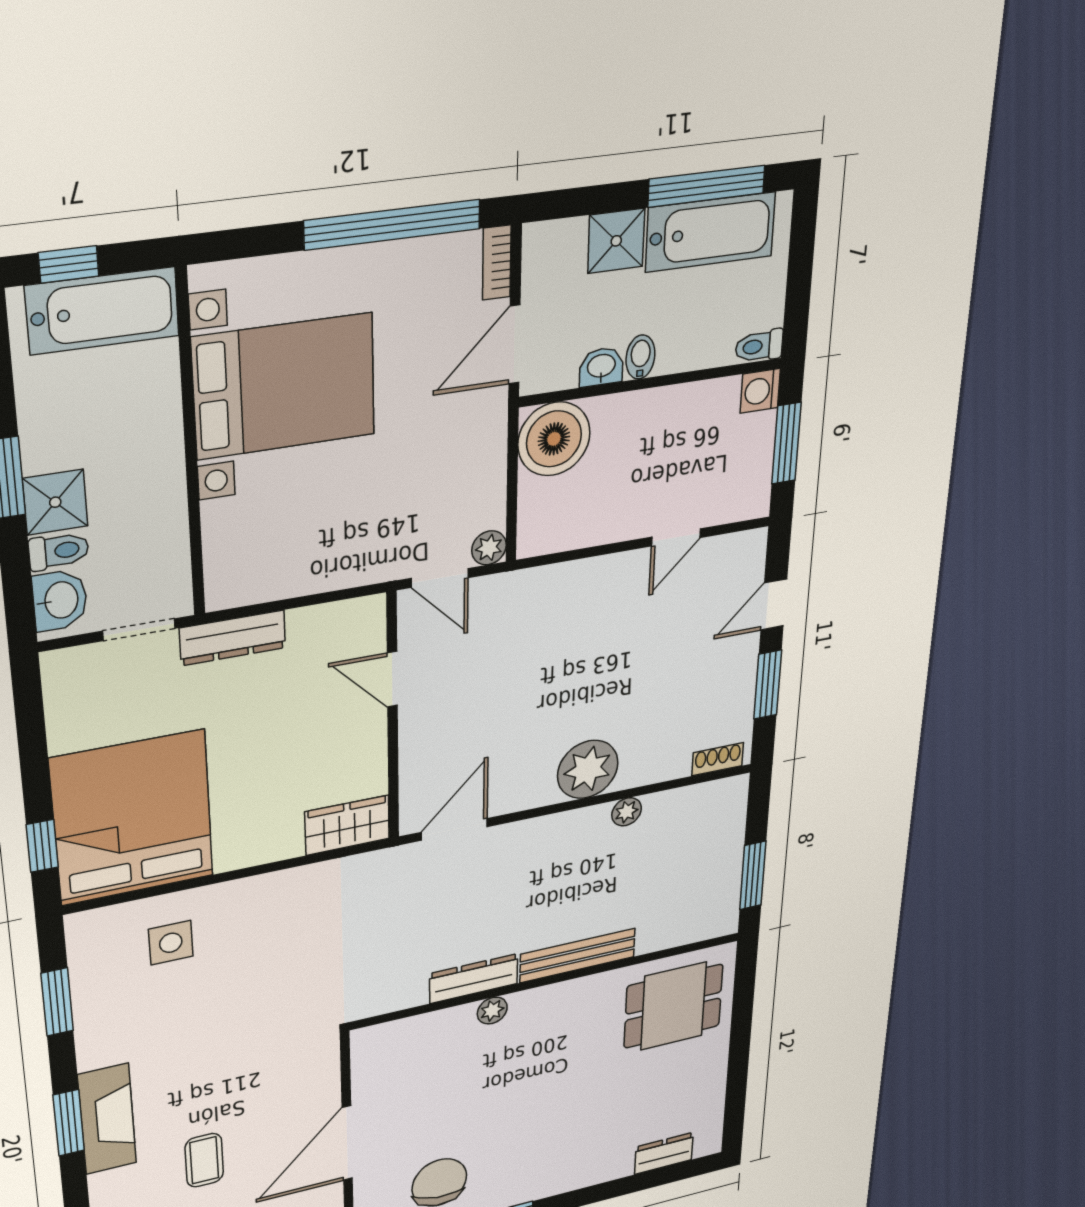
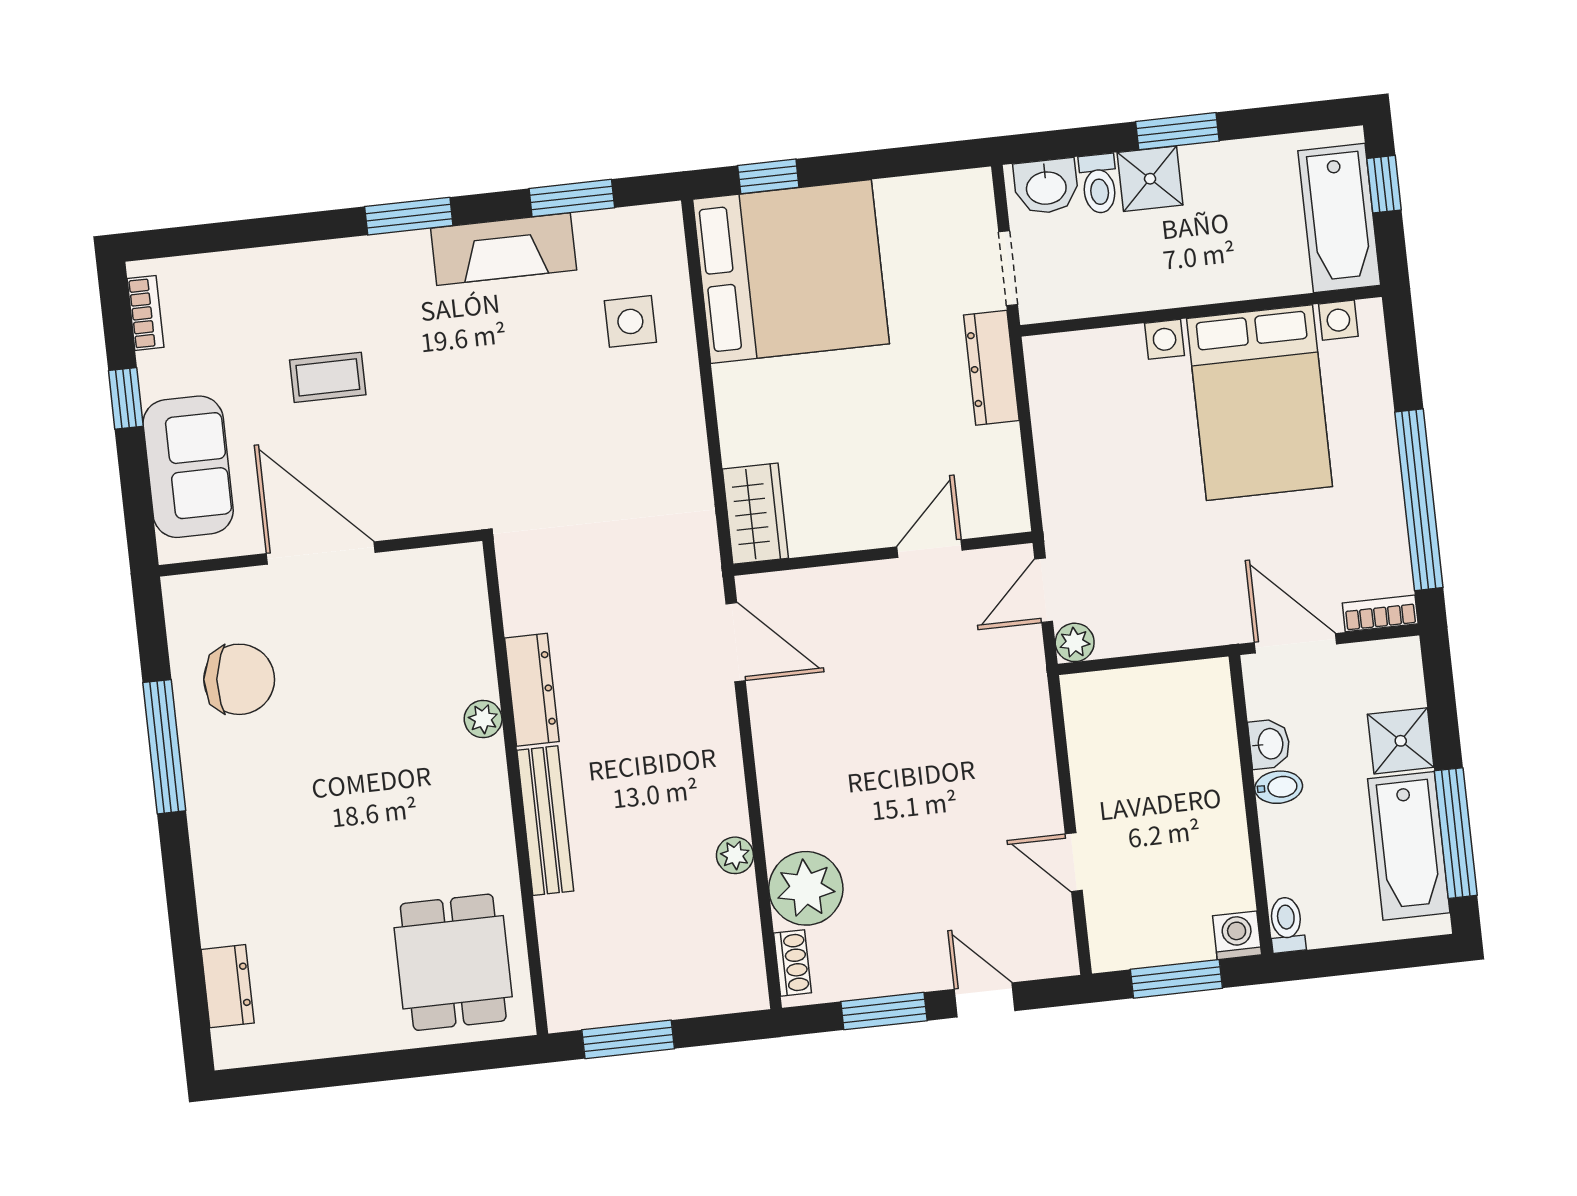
boiler: (554, 439) -> (1193, 701), removed
plant: (588, 769) -> (806, 888), moved
fireplace: (107, 1119) -> (504, 249), moved

